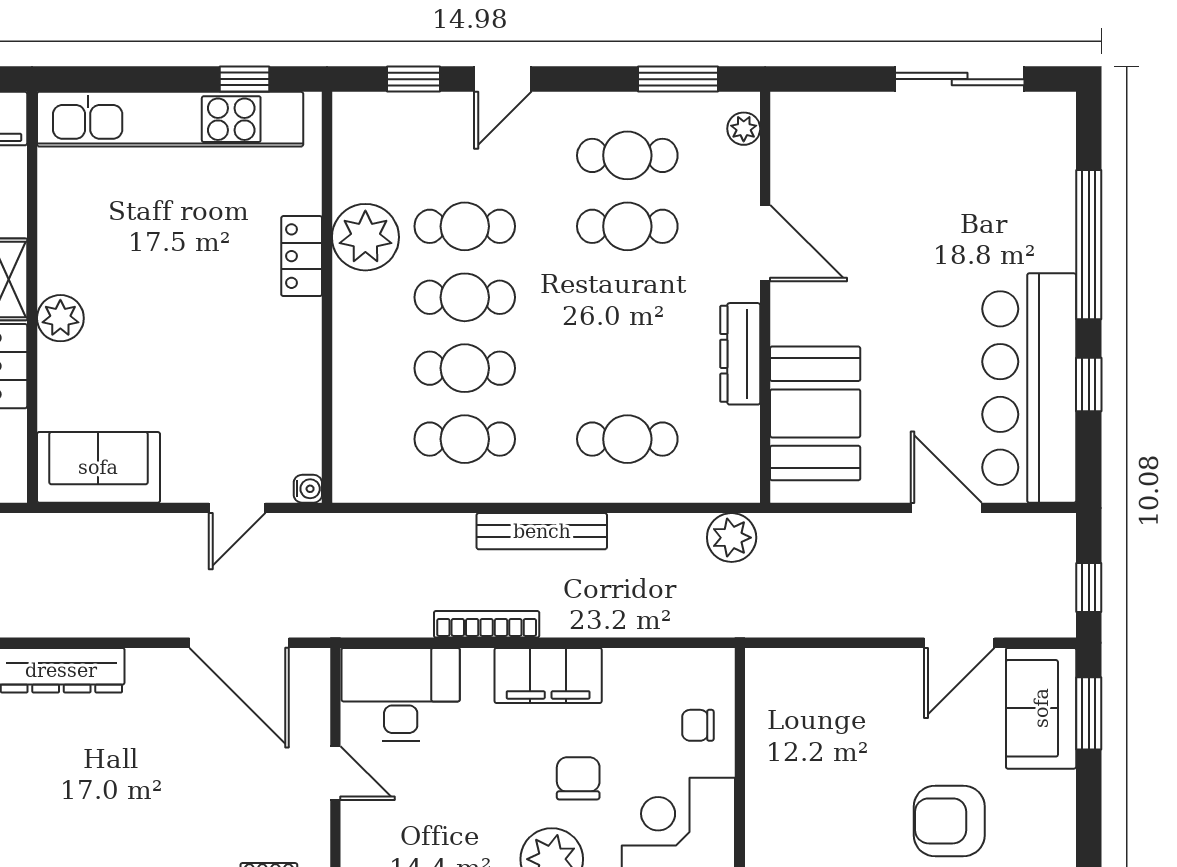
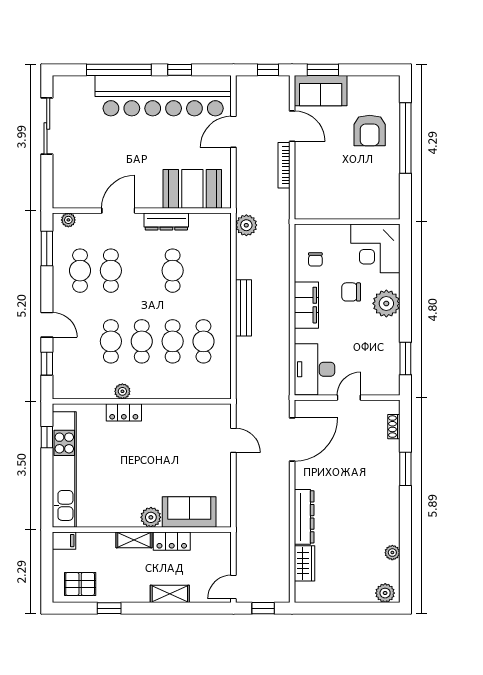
plant: (365, 237) -> (122, 391), width x0.53, depth x0.53
bar counter: (1029, 388) -> (163, 96), width x1.36
cafe table: (627, 439) -> (173, 271), moved
sofa: (98, 467) -> (189, 512), moved, turned 90
water cooler: (308, 489) -> (225, 410), removed
bookcase: (487, 624) -> (284, 165), moved
chair: (698, 725) -> (315, 259), moved

